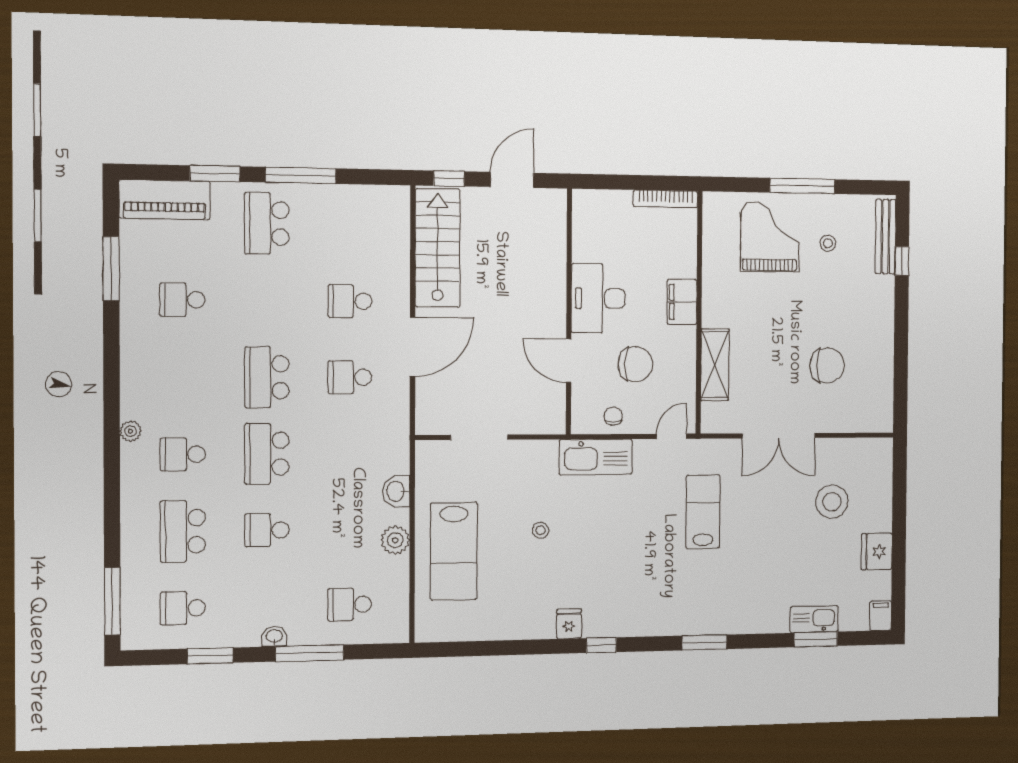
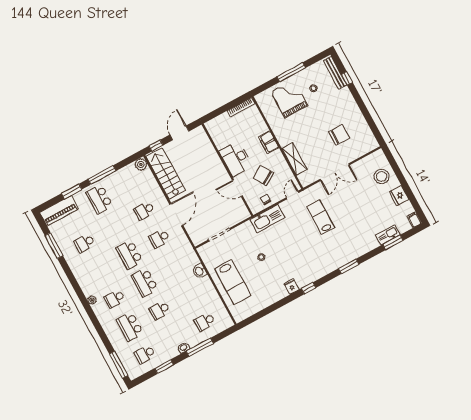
chair: (635, 364) -> (263, 175), turned -121
stool: (832, 502) -> (382, 176), moved
plant: (395, 540) -> (141, 164), moved

